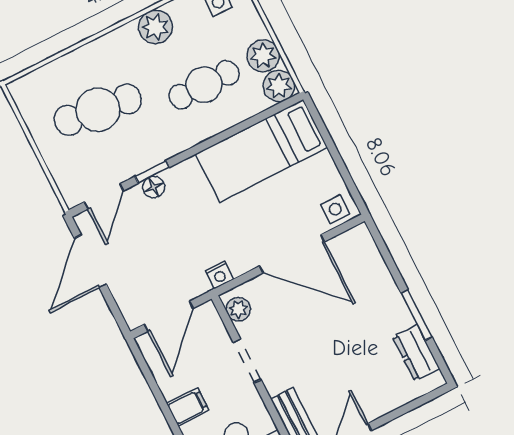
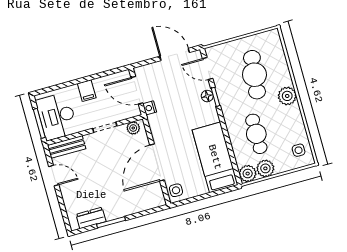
plant: (155, 27) -> (287, 96), moved
nightstand: (219, 275) -> (150, 108), moved

